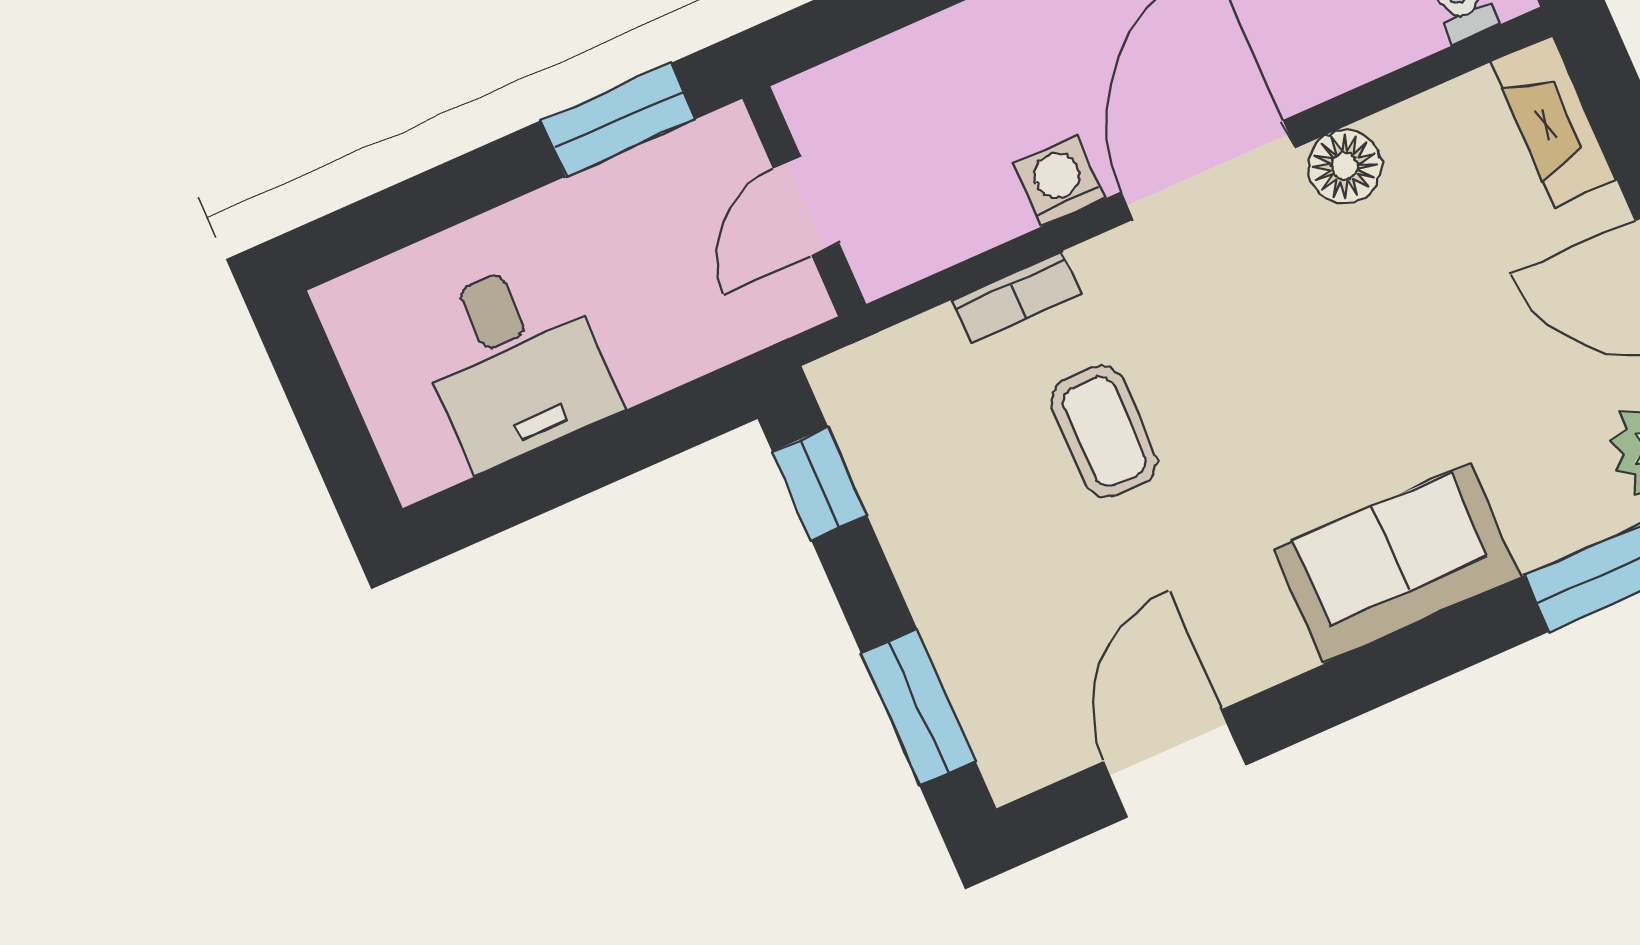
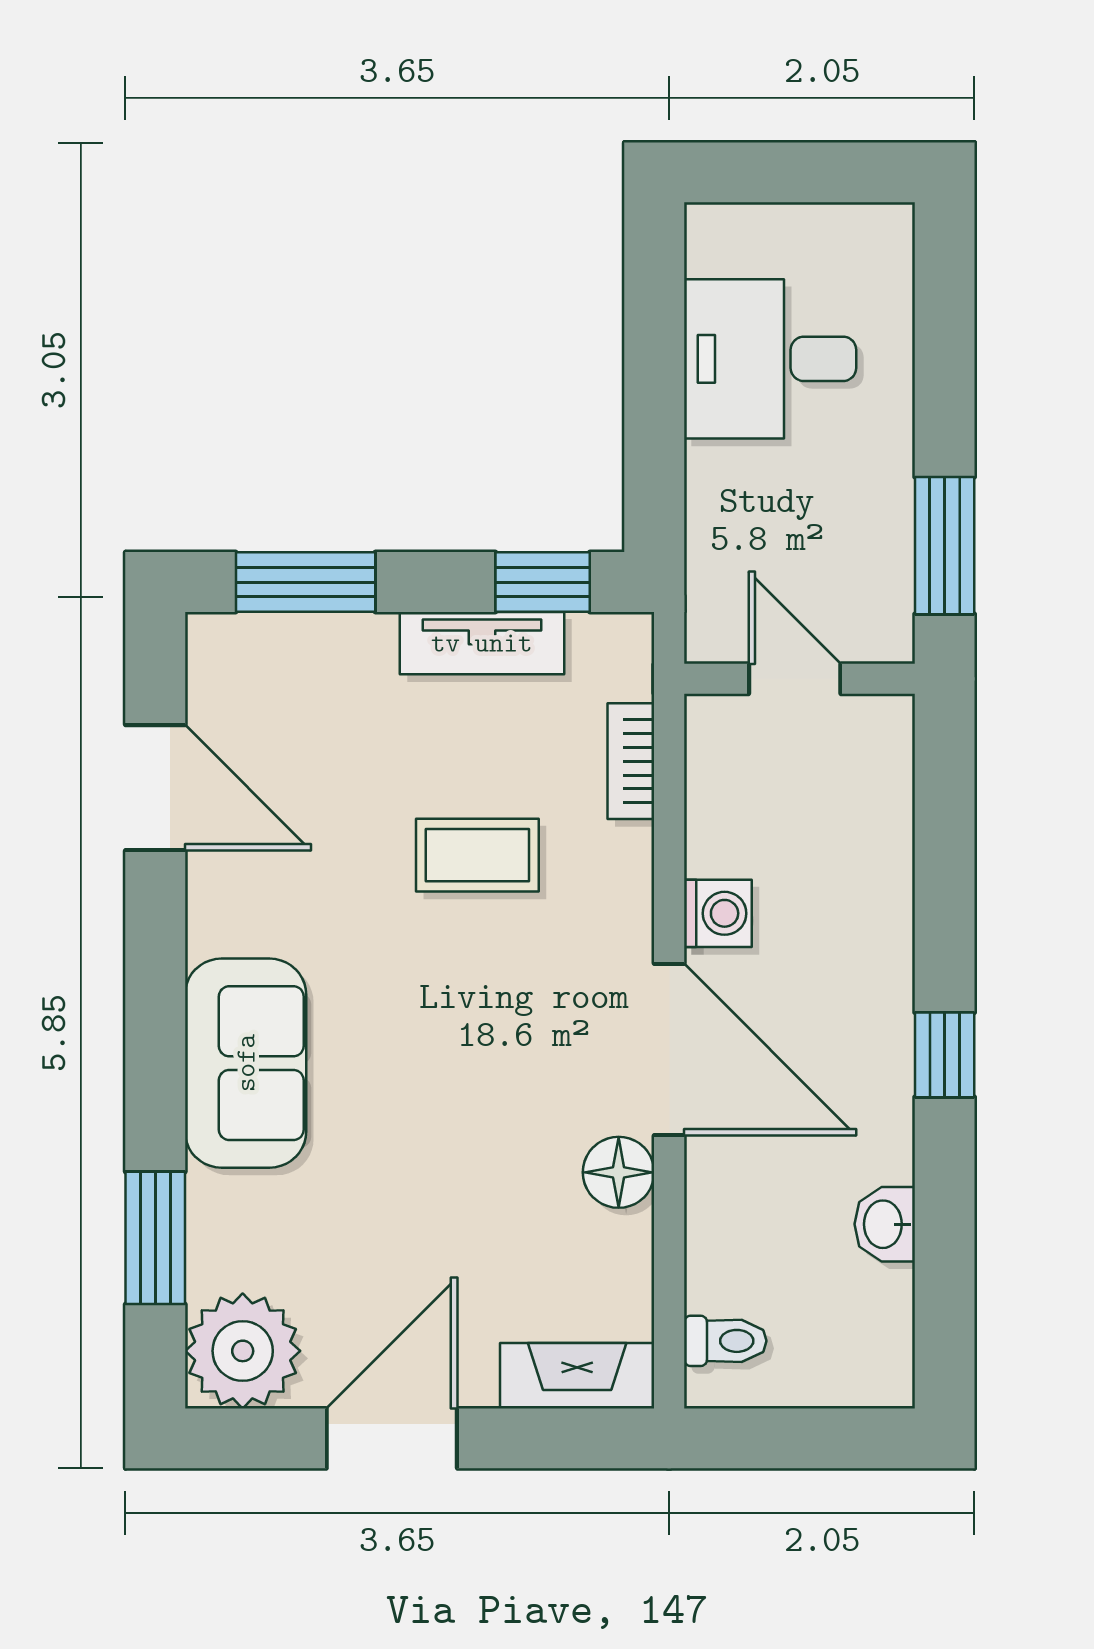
bookcase: (1017, 297) -> (631, 761), moved
tv unit: (902, 515) -> (482, 643), added

